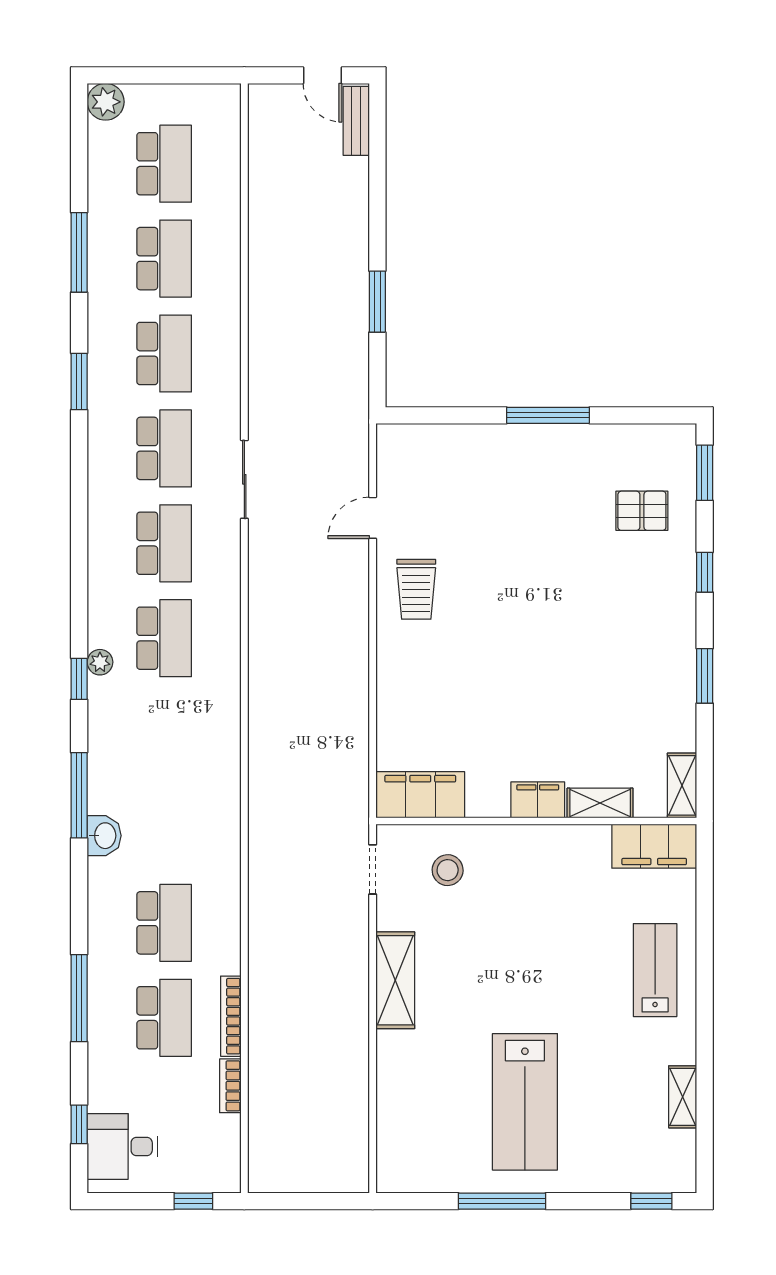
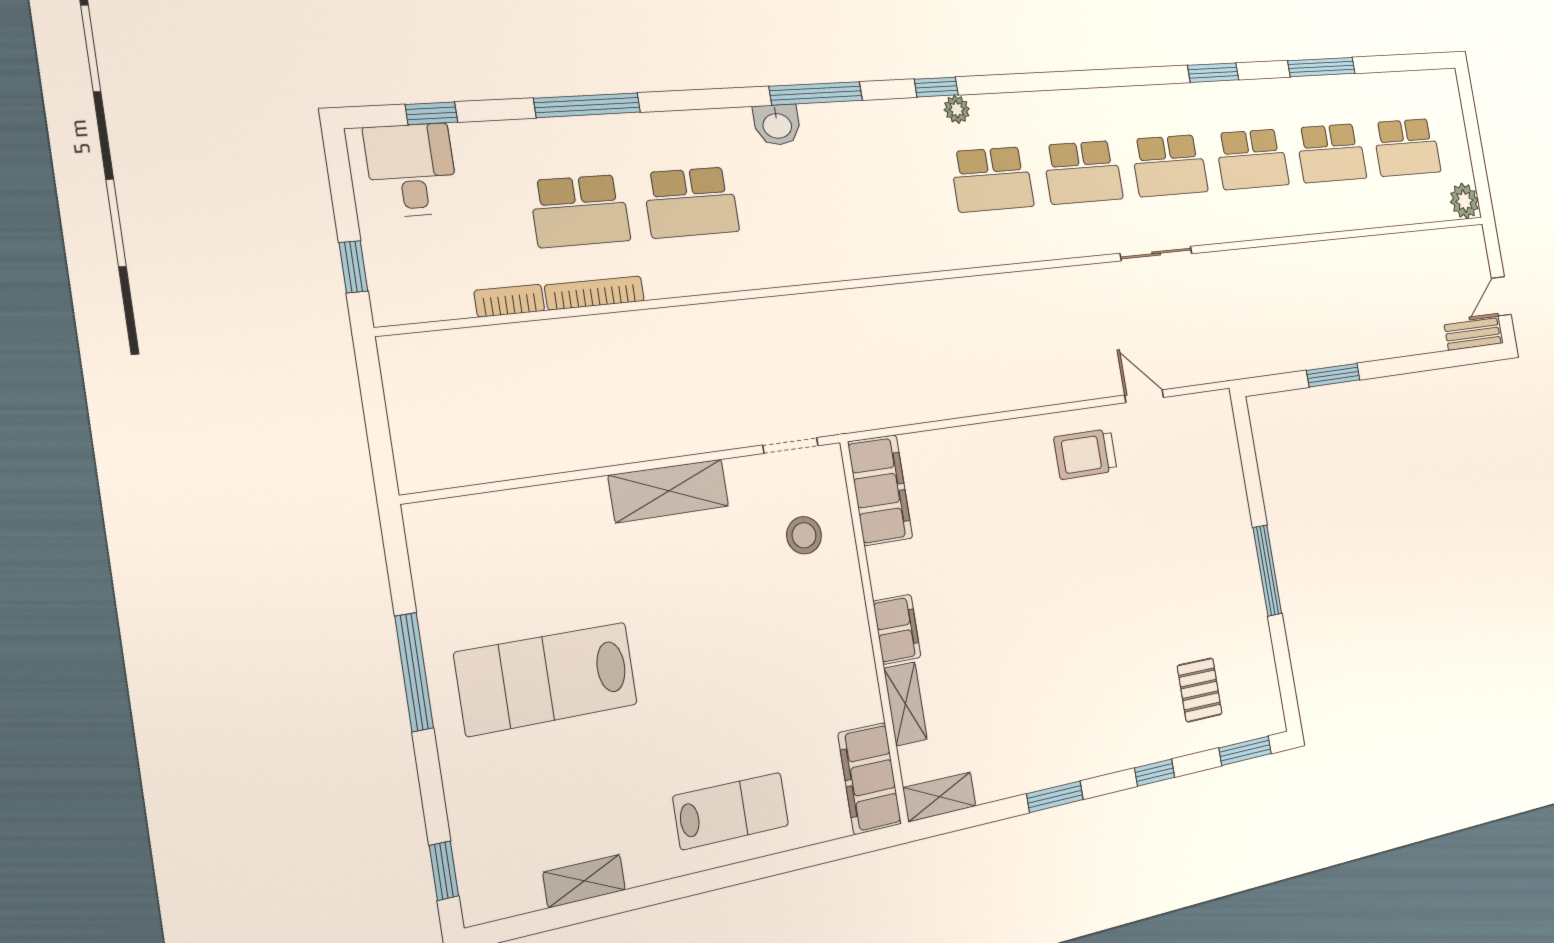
plant: (106, 102) -> (1464, 201), moved

